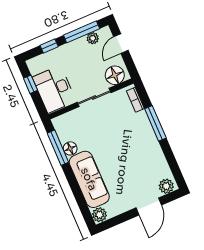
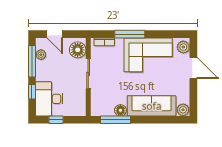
desk: (54, 89) -> (49, 99), moved, turned 90
corner sofa: (142, 152) -> (148, 55), added

